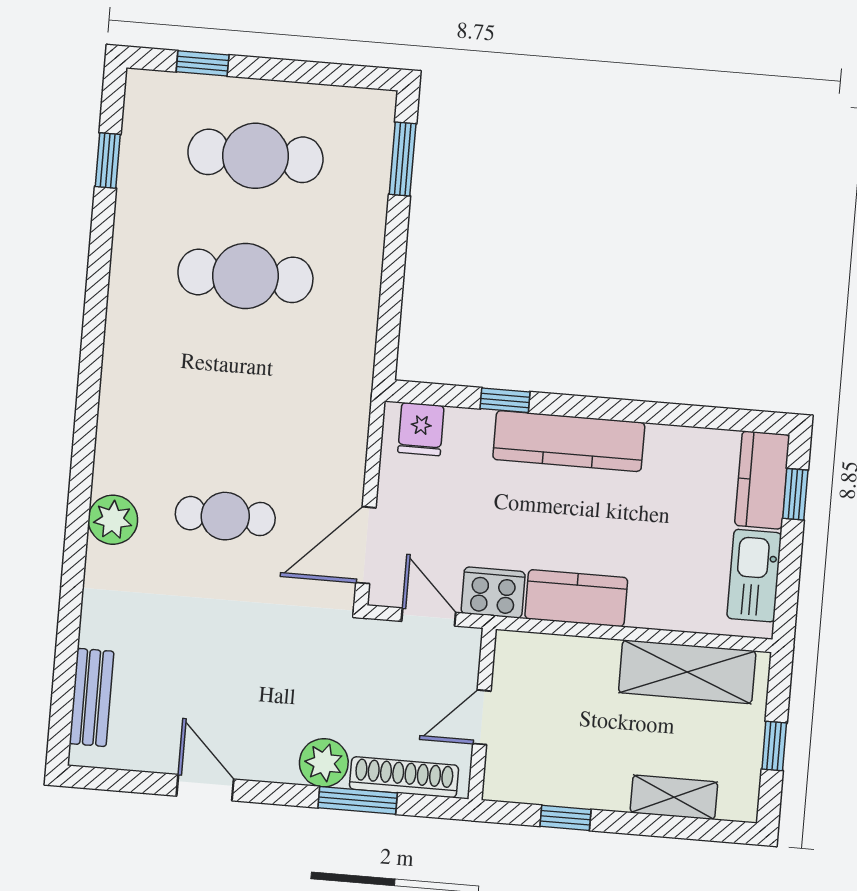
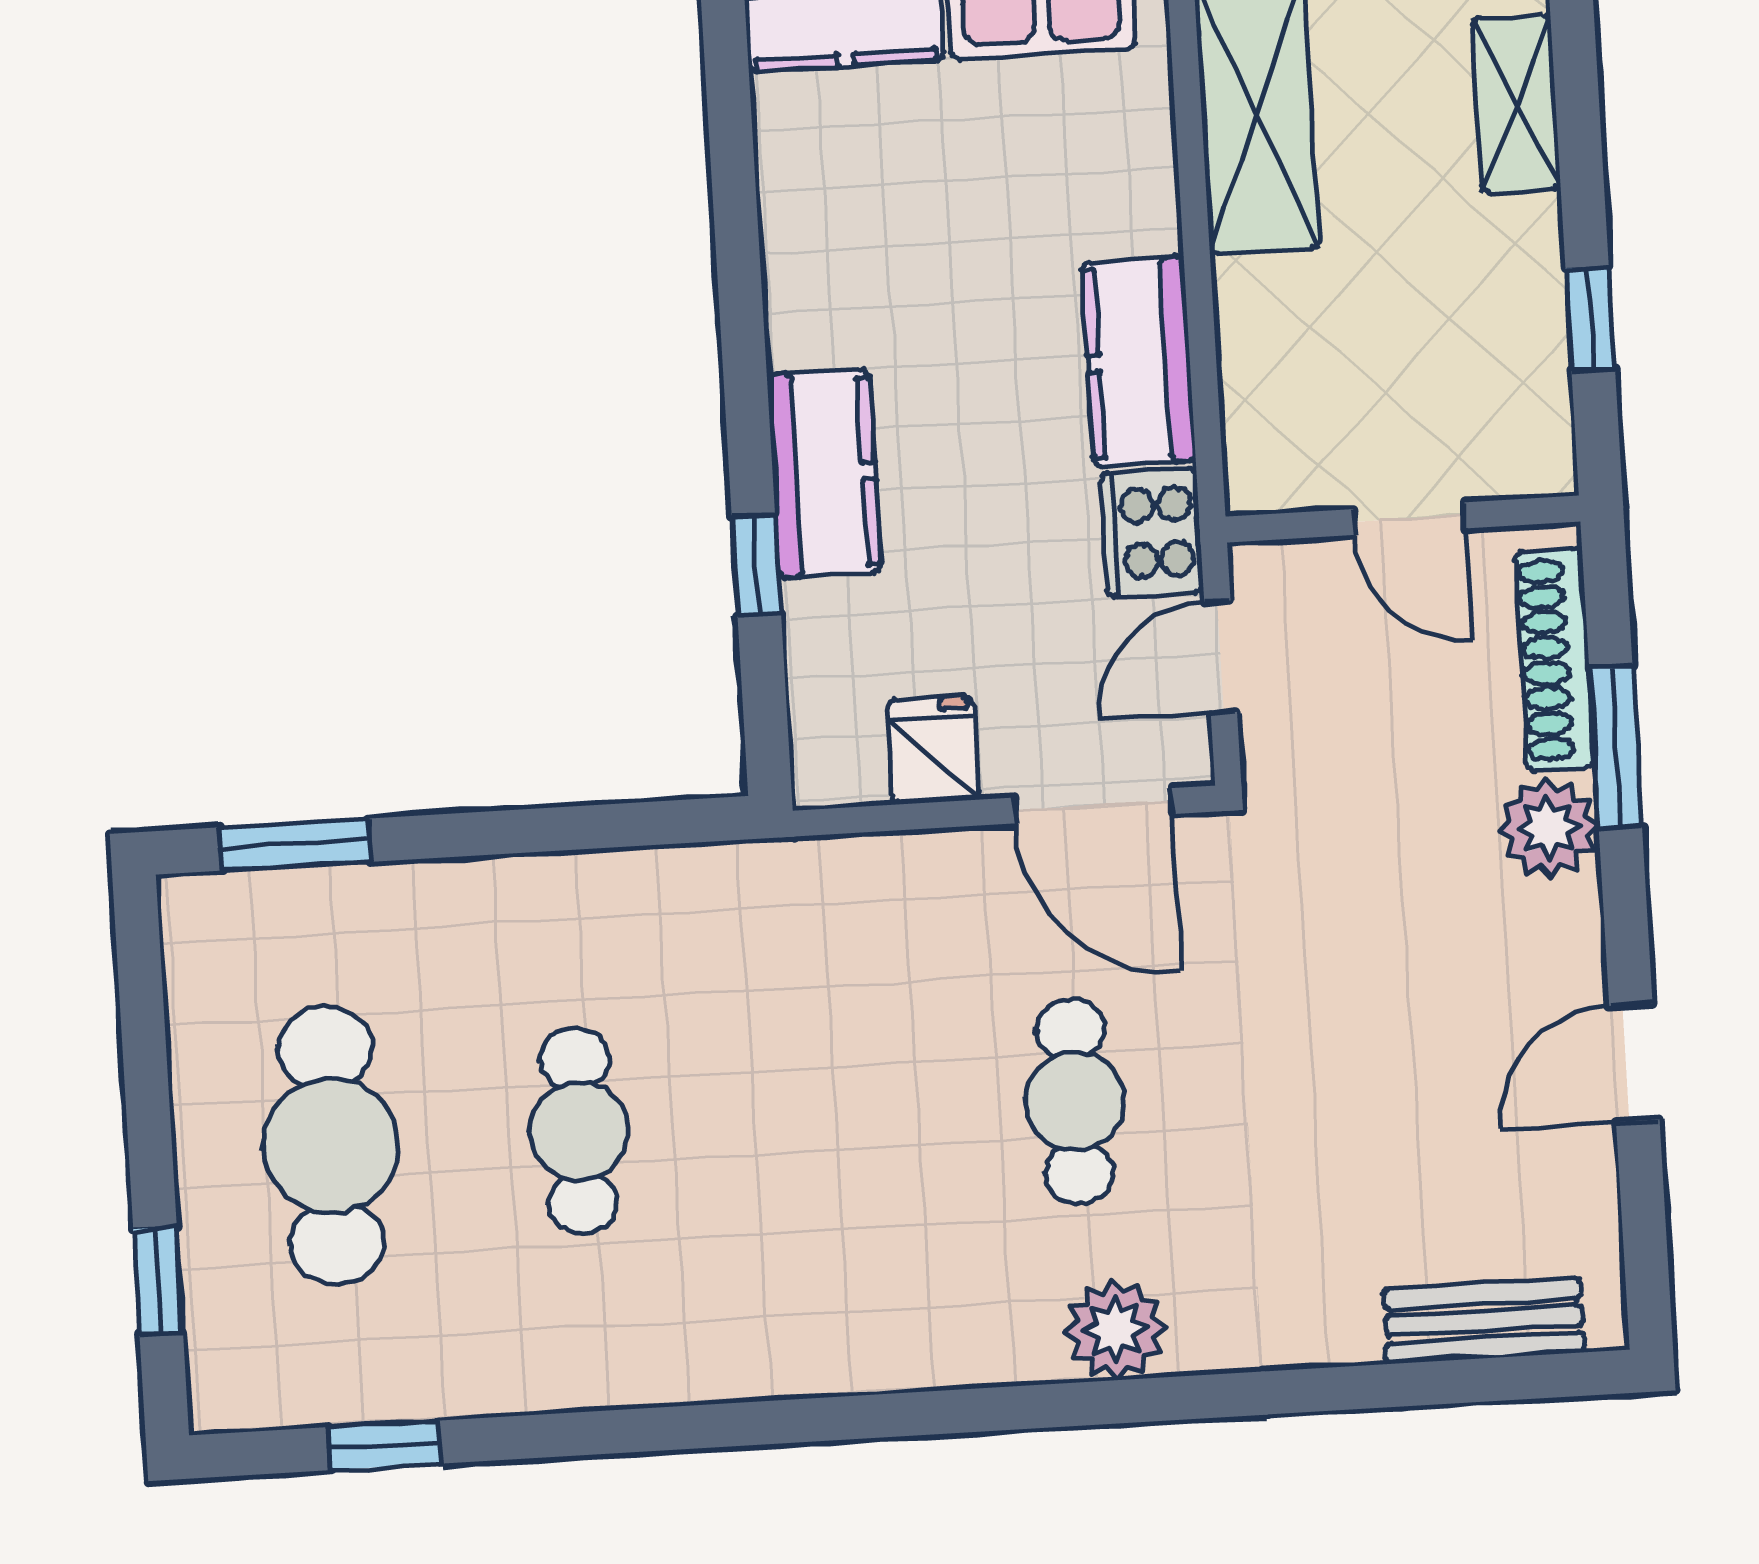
cafe table: (245, 276) -> (579, 1131), width x0.73, depth x0.74
fridge: (421, 429) -> (934, 750), moved, turned -90
kitchen counter: (569, 441) -> (824, 474), width x0.67

